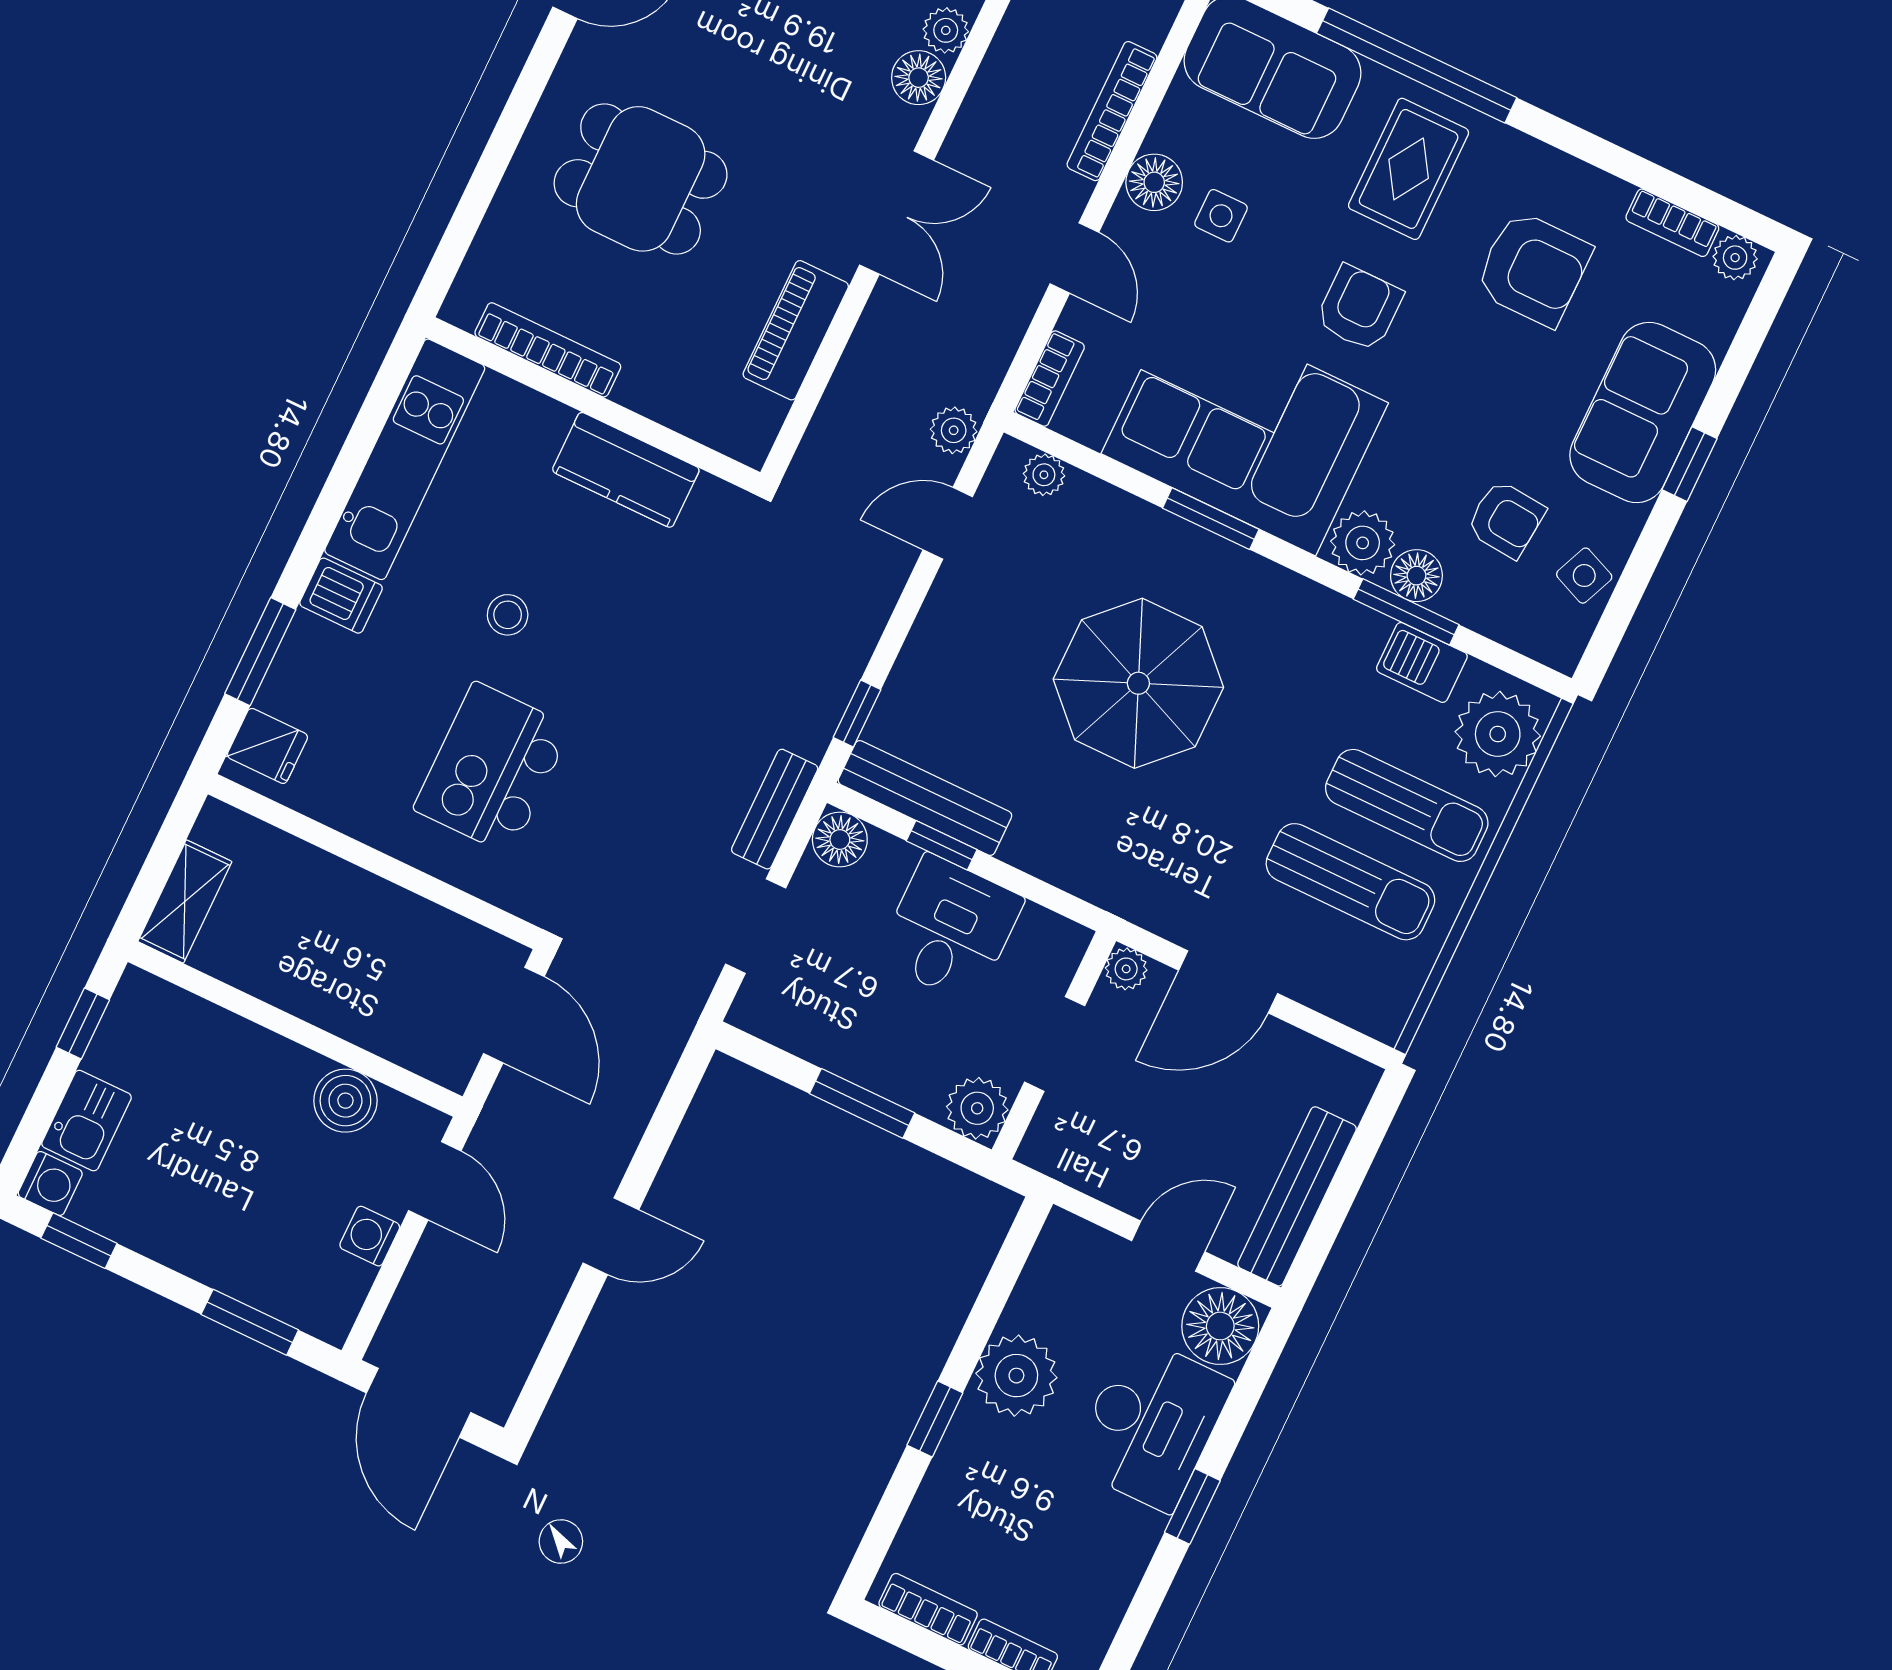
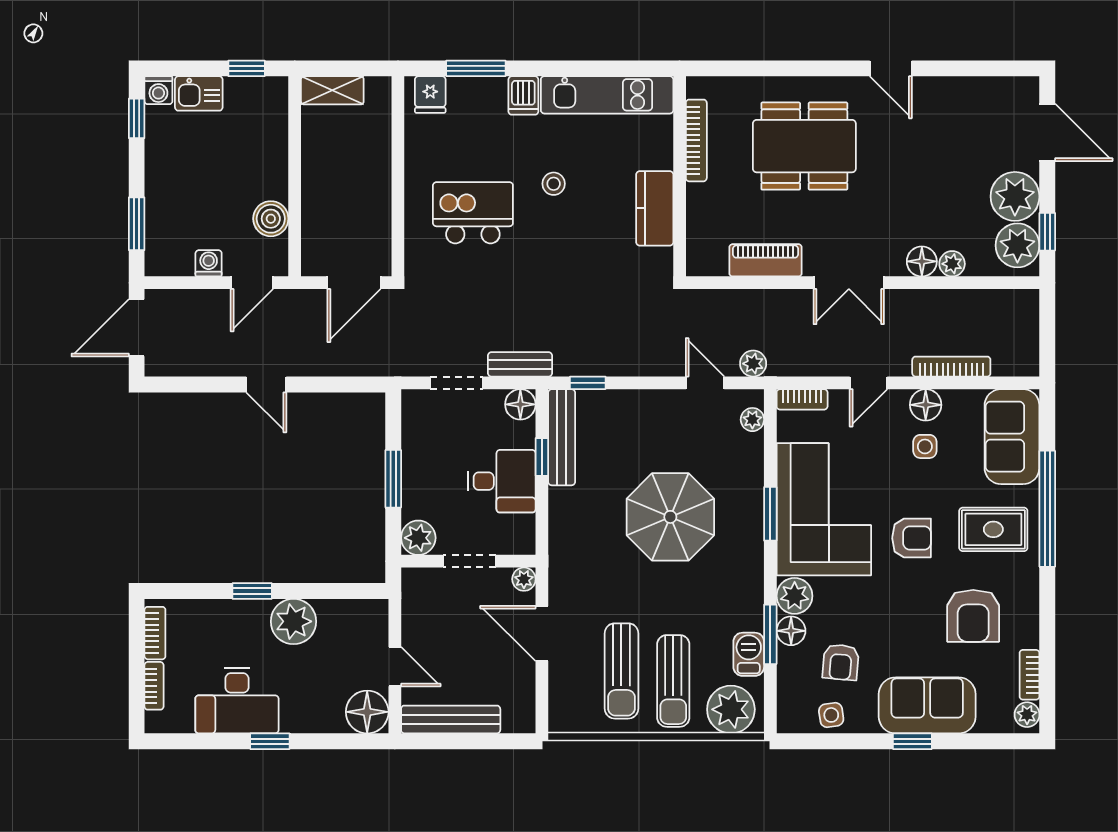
dining table: (641, 179) -> (804, 146), width x1.38
side table: (1584, 576) -> (831, 715), turned -31
desk: (1151, 1424) -> (237, 701), moved

